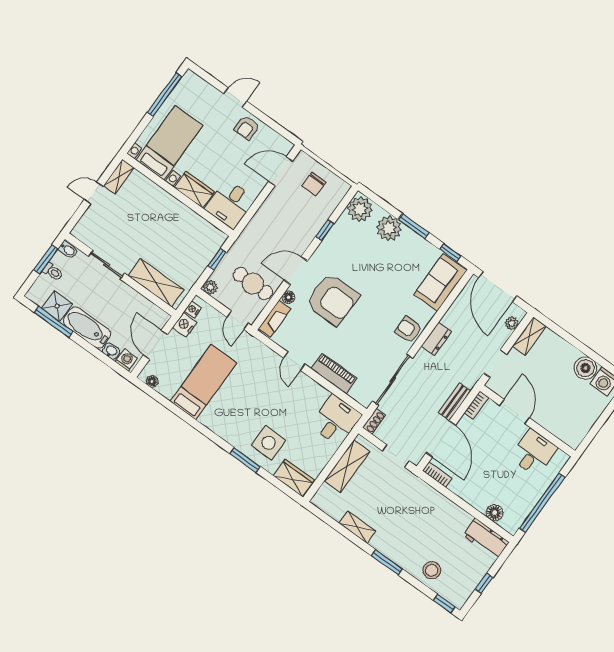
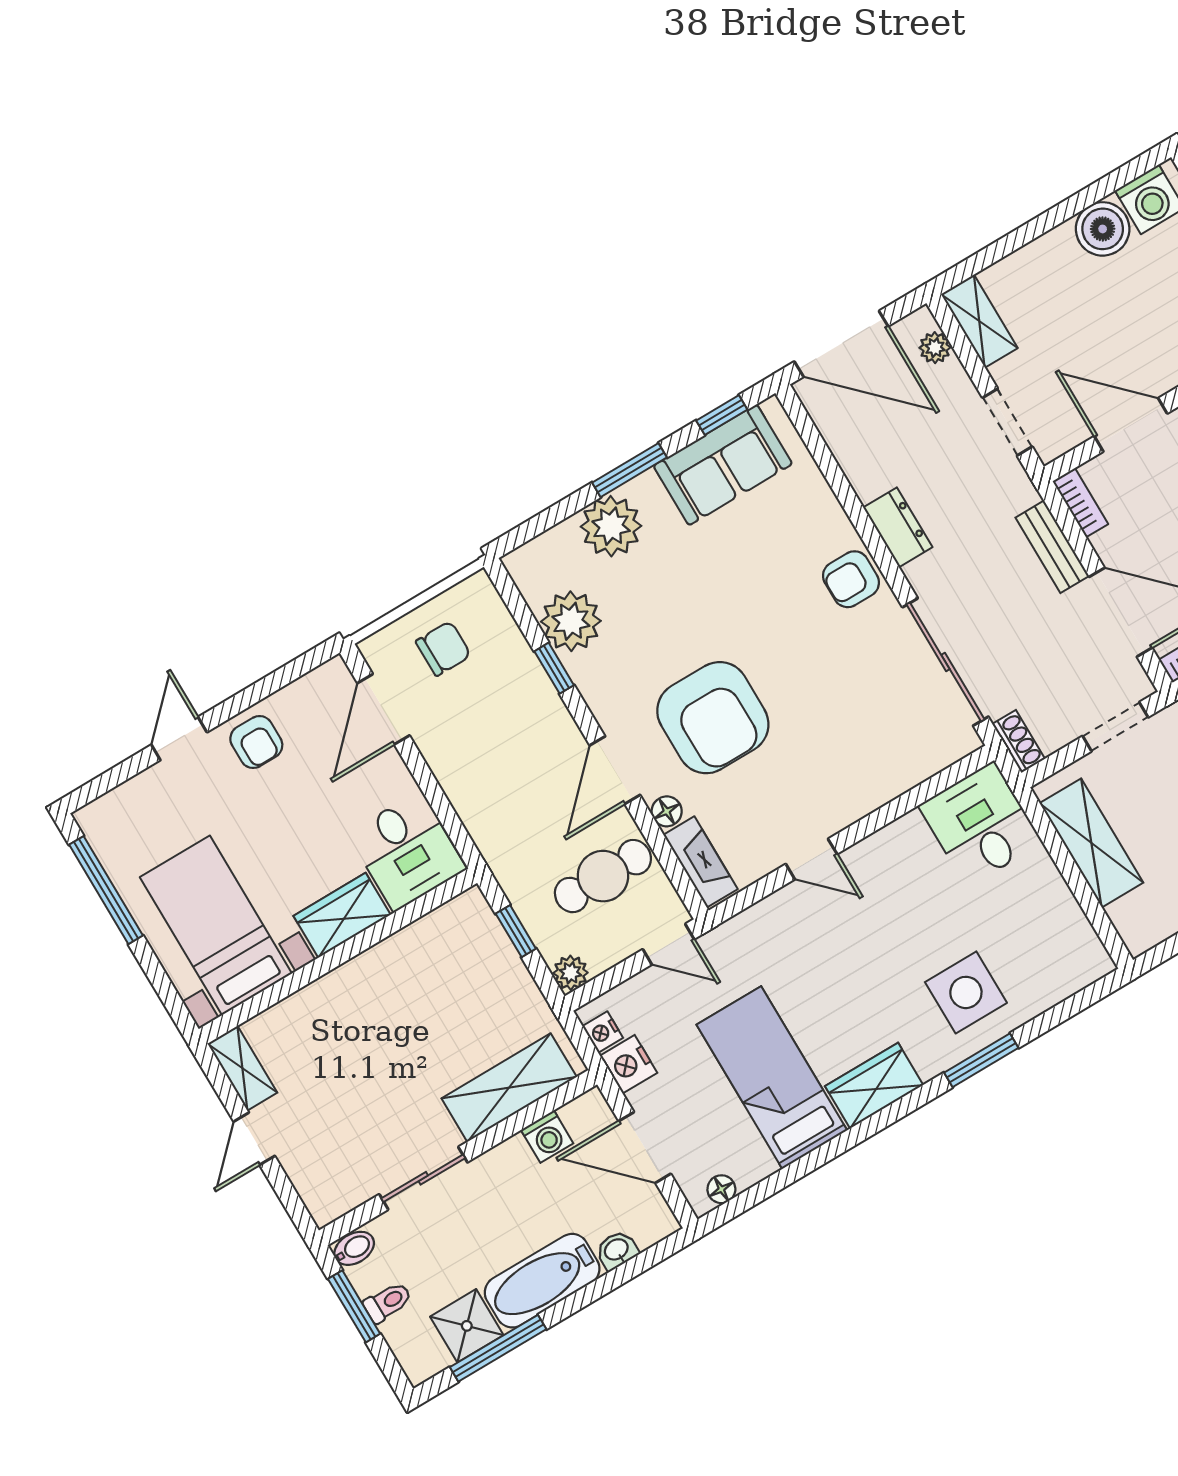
chair: (314, 184) -> (443, 648), turned -90
plant: (360, 209) -> (571, 621), moved
sofa: (440, 282) -> (723, 465), moved, turned -90
armchair: (332, 299) -> (713, 718), turned 90
washing machine: (126, 360) -> (547, 1137), moved, turned 180
piano: (334, 373) -> (876, 784), removed
wardrobe: (294, 478) -> (874, 1086), moved

